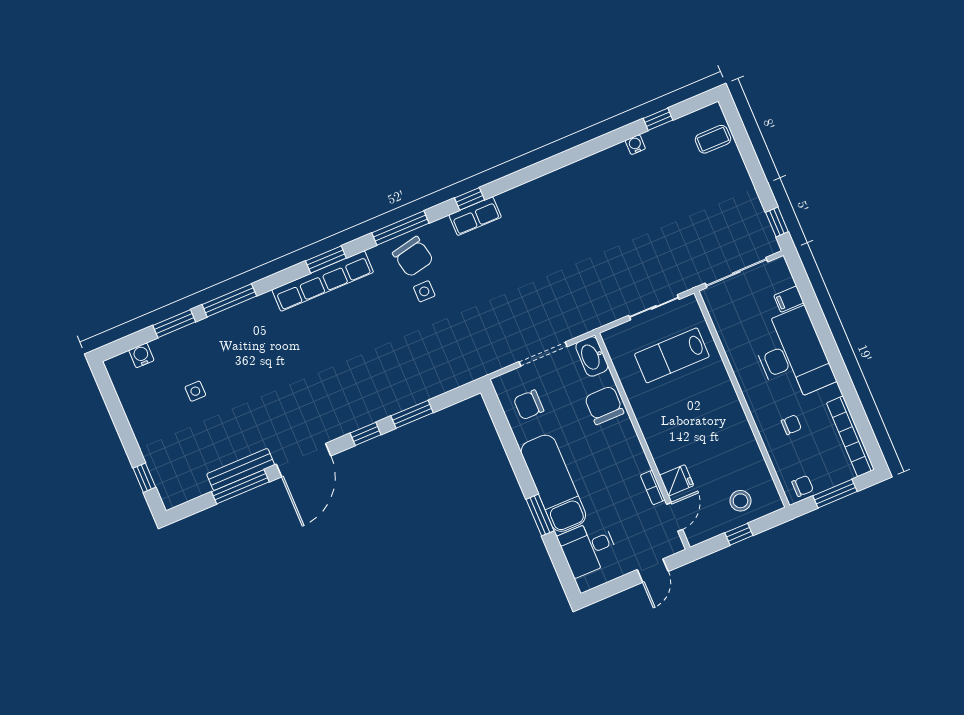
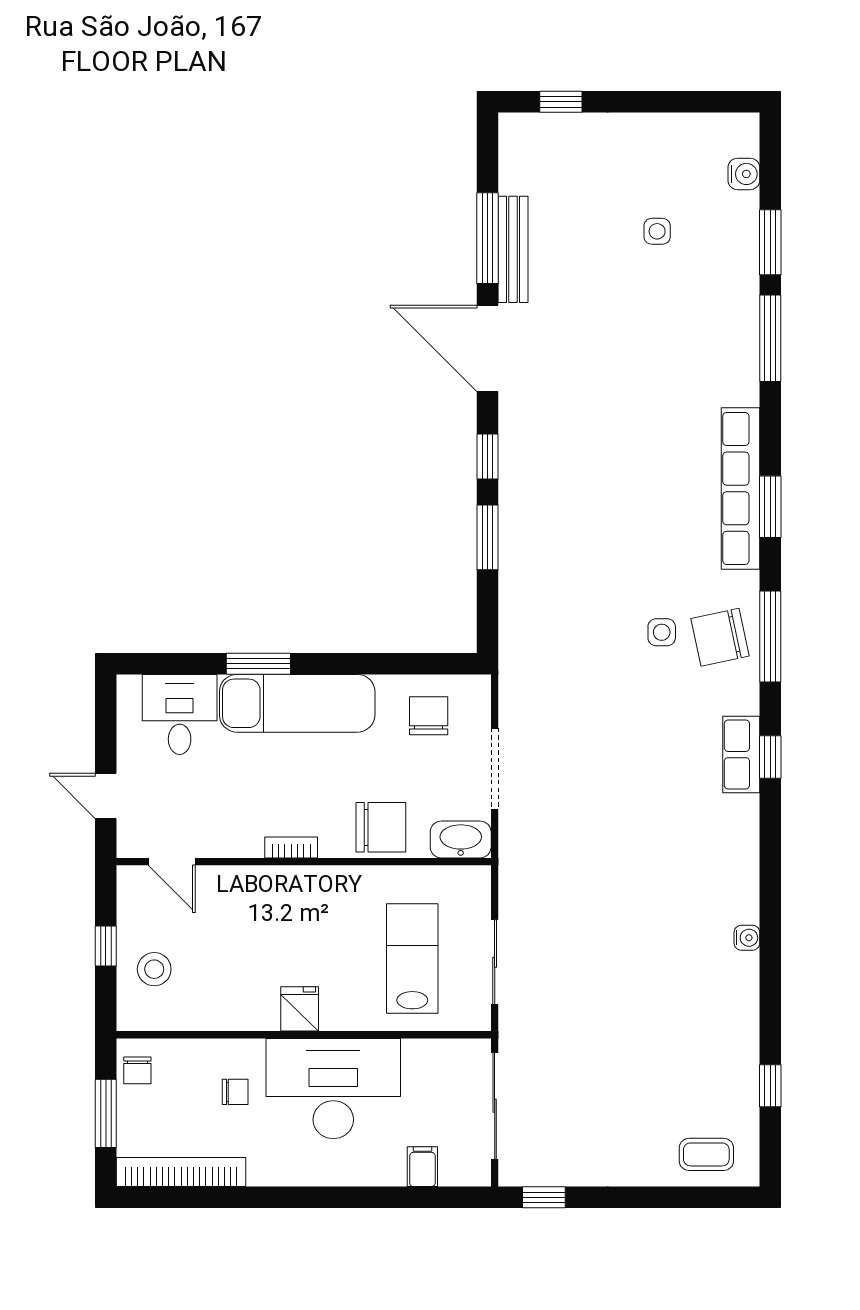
coffee table: (713, 139) -> (706, 1154), turned 90
water cooler: (635, 145) -> (747, 938), moved
desk: (792, 355) -> (333, 1089), moved, turned 180
chair: (791, 425) -> (235, 1092), turned -90
fridge: (677, 480) -> (300, 1009), moved, turned 180
bookcase: (653, 488) -> (291, 848), moved

